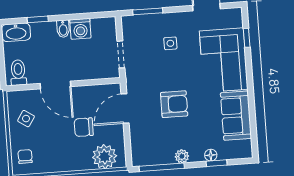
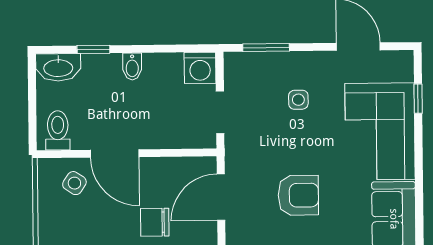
washing machine: (80, 29) -> (200, 68), moved
side table: (26, 119) -> (74, 183), moved

